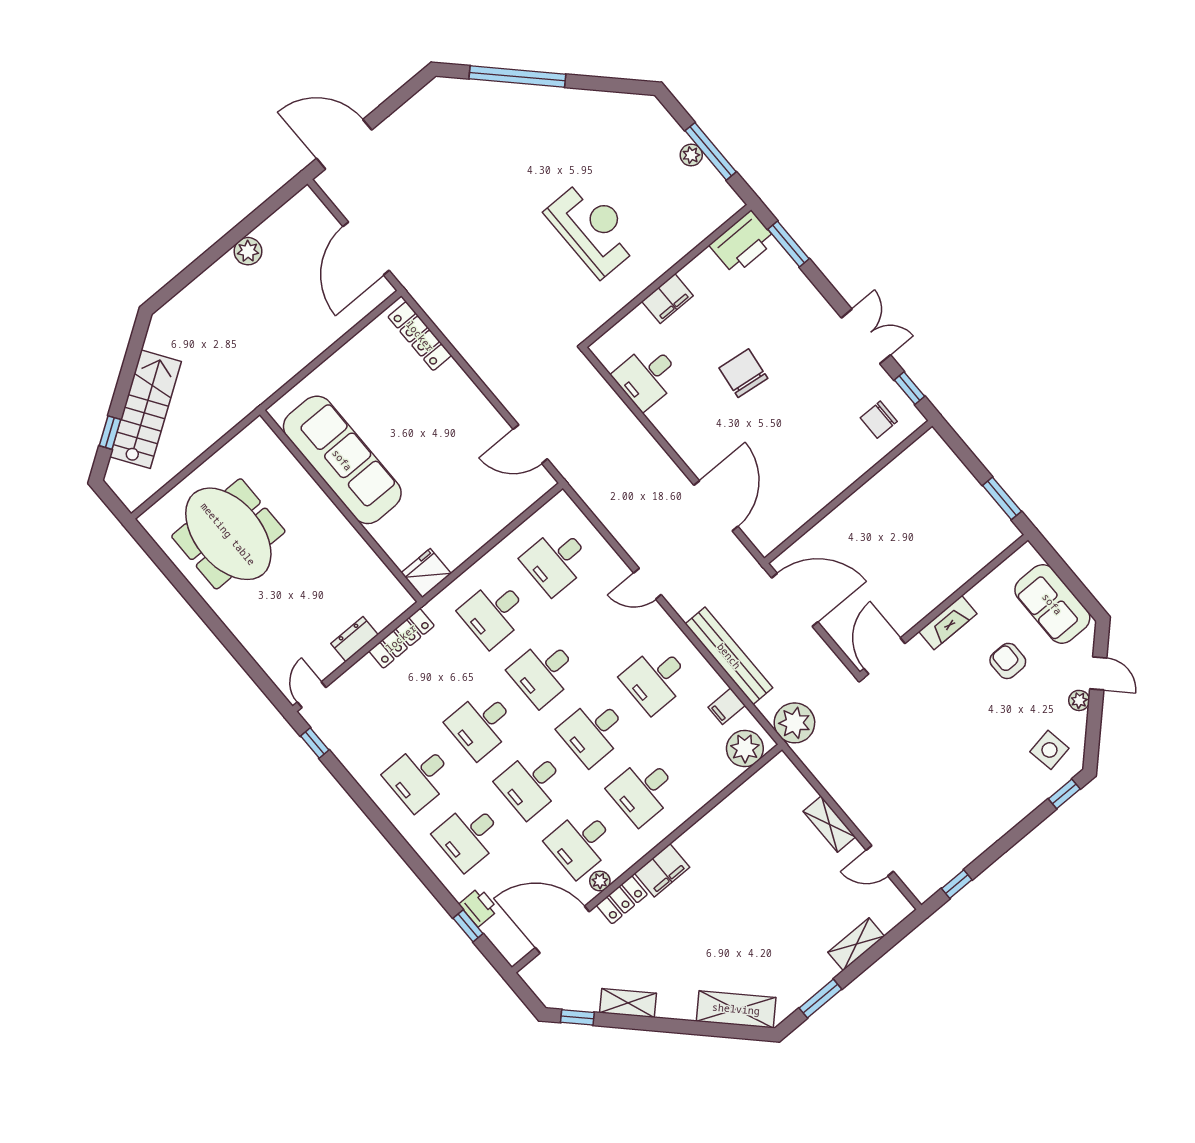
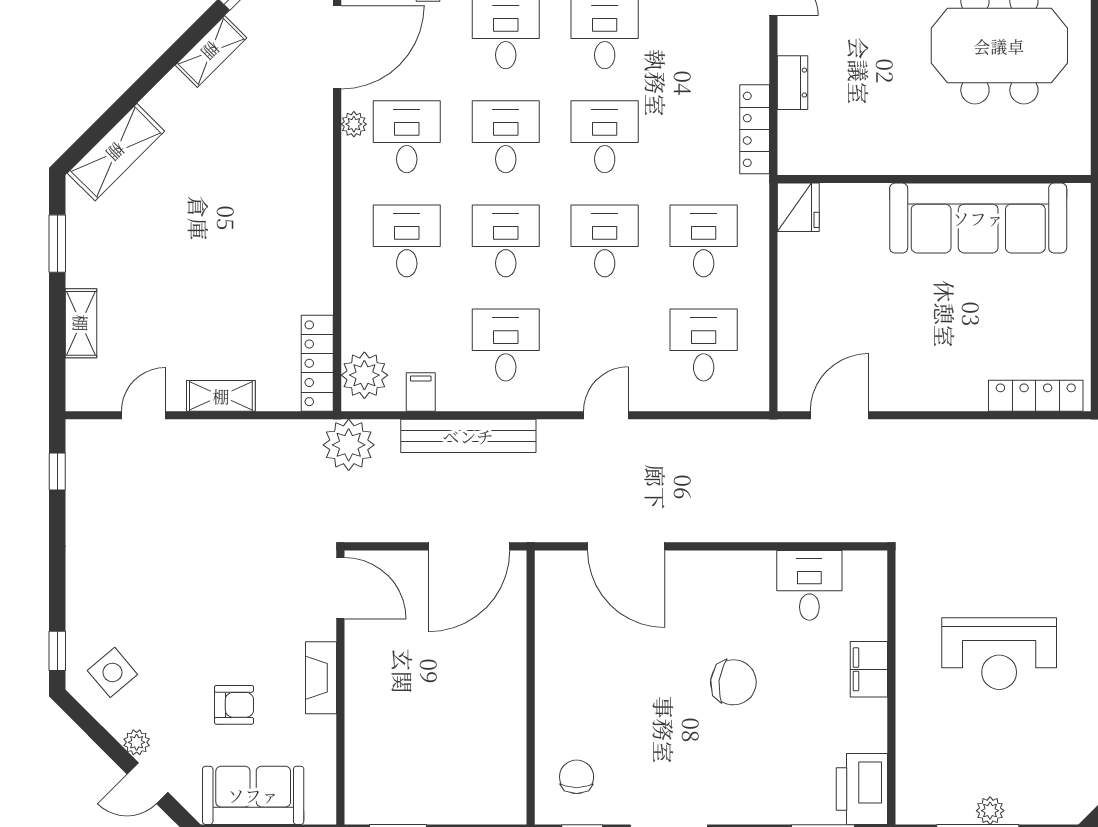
side table: (1049, 750) -> (112, 672), turned -30
filing cabinet: (662, 870) -> (313, 194), removed
locker: (622, 900) -> (317, 363), moved, width x1.53

